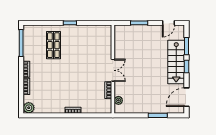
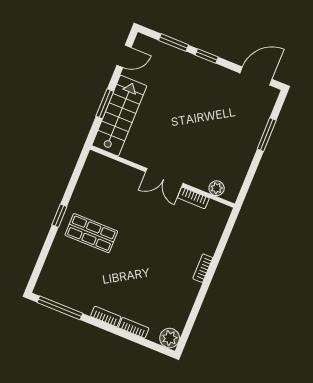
door: (169, 23) -> (124, 56), hinge flipped
shop shelf: (53, 45) -> (91, 233), moved
stairs: (176, 62) -> (119, 116), moved, turned -90
double door: (113, 70) -> (164, 177), swing flipped
door: (186, 97) -> (256, 76), swing flipped

